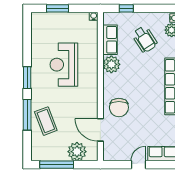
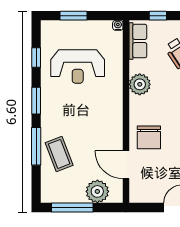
row of seats: (110, 40) -> (138, 41), moved
window: (27, 43) -> (36, 58), added
reception desk: (64, 65) -> (78, 66), moved, turned -90

